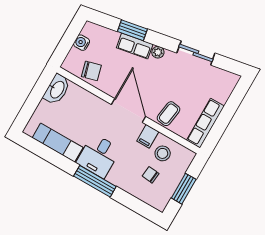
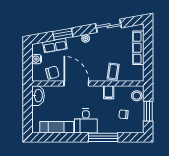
row of seats: (135, 46) -> (55, 45), moved
door: (128, 110) -> (76, 83), moved
row of seats: (205, 123) -> (138, 48), moved
stool: (163, 153) -> (137, 96), moved
window: (95, 181) -> (103, 137), moved

